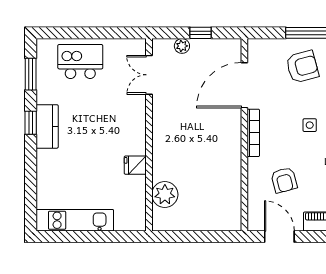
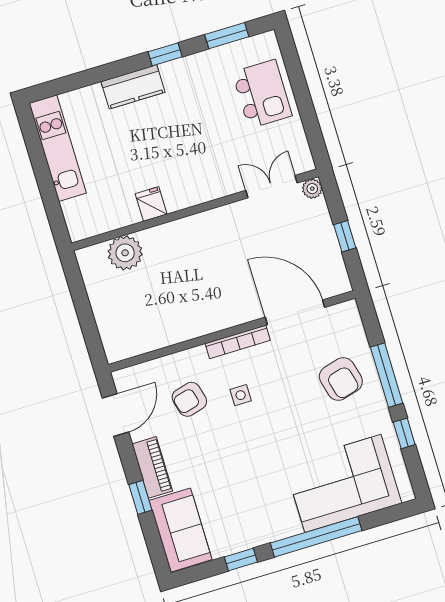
plant: (182, 46) -> (312, 189), moved
side table: (310, 125) -> (241, 395), moved
kitchen counter: (47, 126) -> (133, 87), moved

